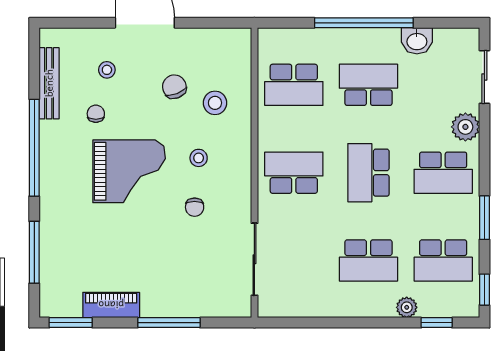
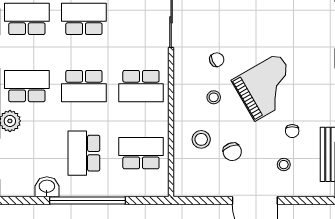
school desk: (368, 85) -> (84, 153), turned 90
grand piano: (129, 171) -> (267, 87), turned 150
school desk: (368, 173) -> (84, 86), turned 90
chair: (195, 207) -> (217, 60), turned 64

